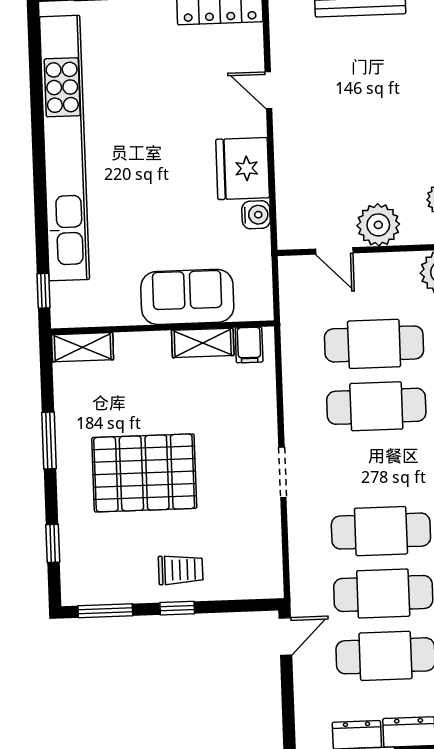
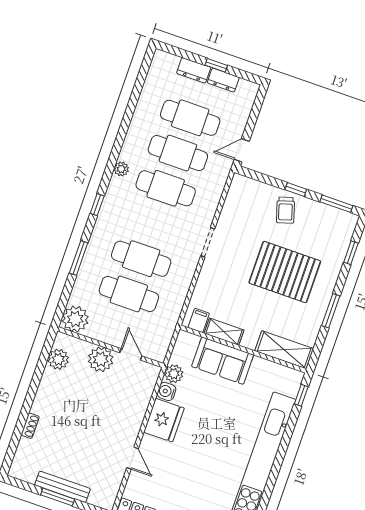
plant: (255, 247) -> (174, 374), added
shelving: (83, 347) -> (284, 350), width x1.50, depth x1.33
trolley: (181, 570) -> (286, 210), turned -107

